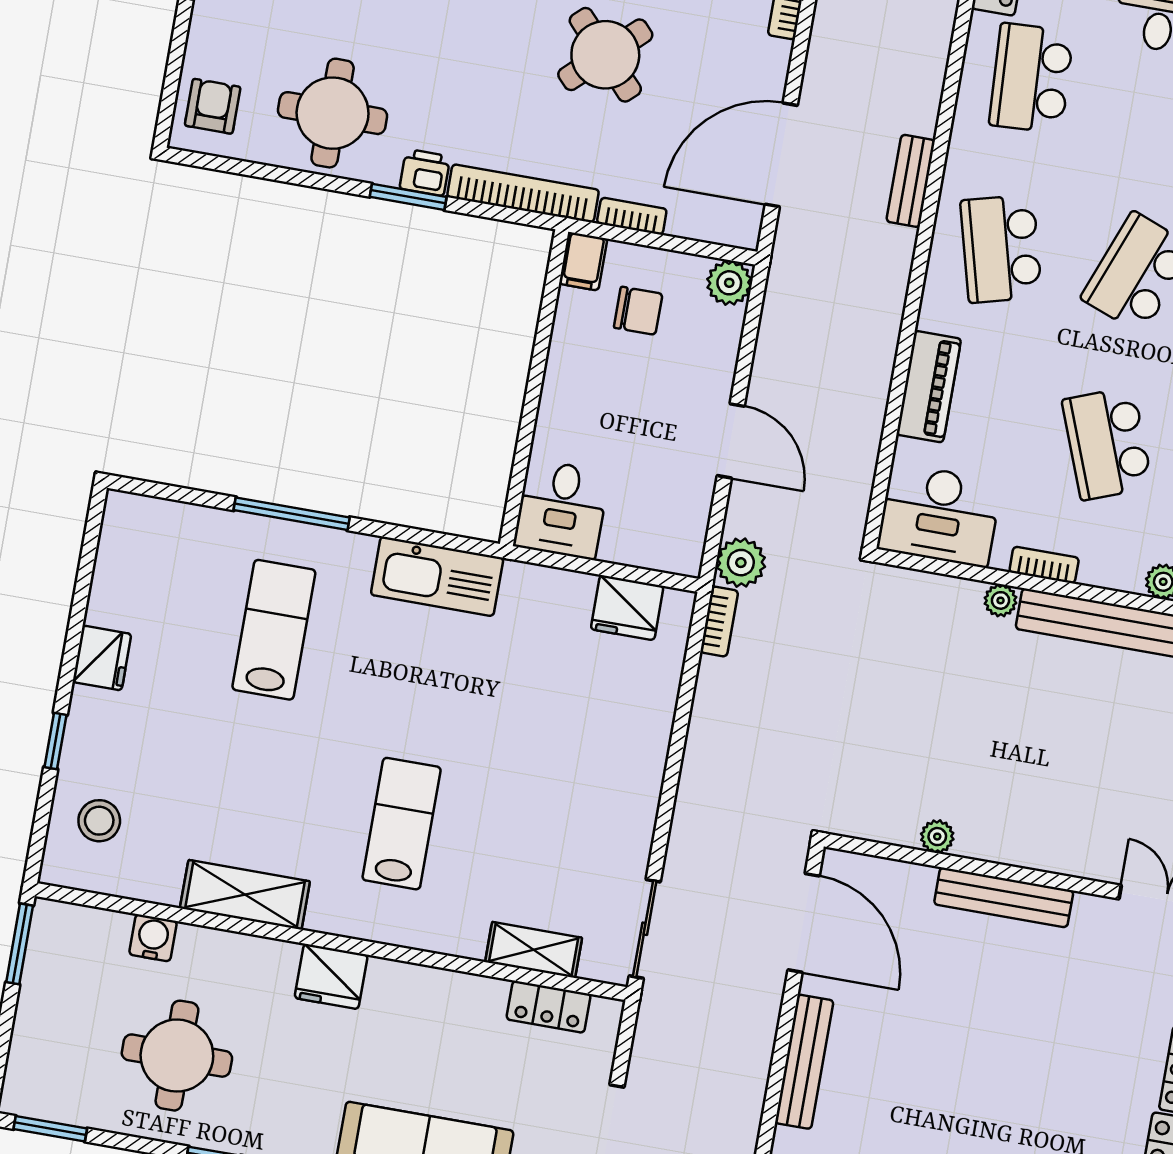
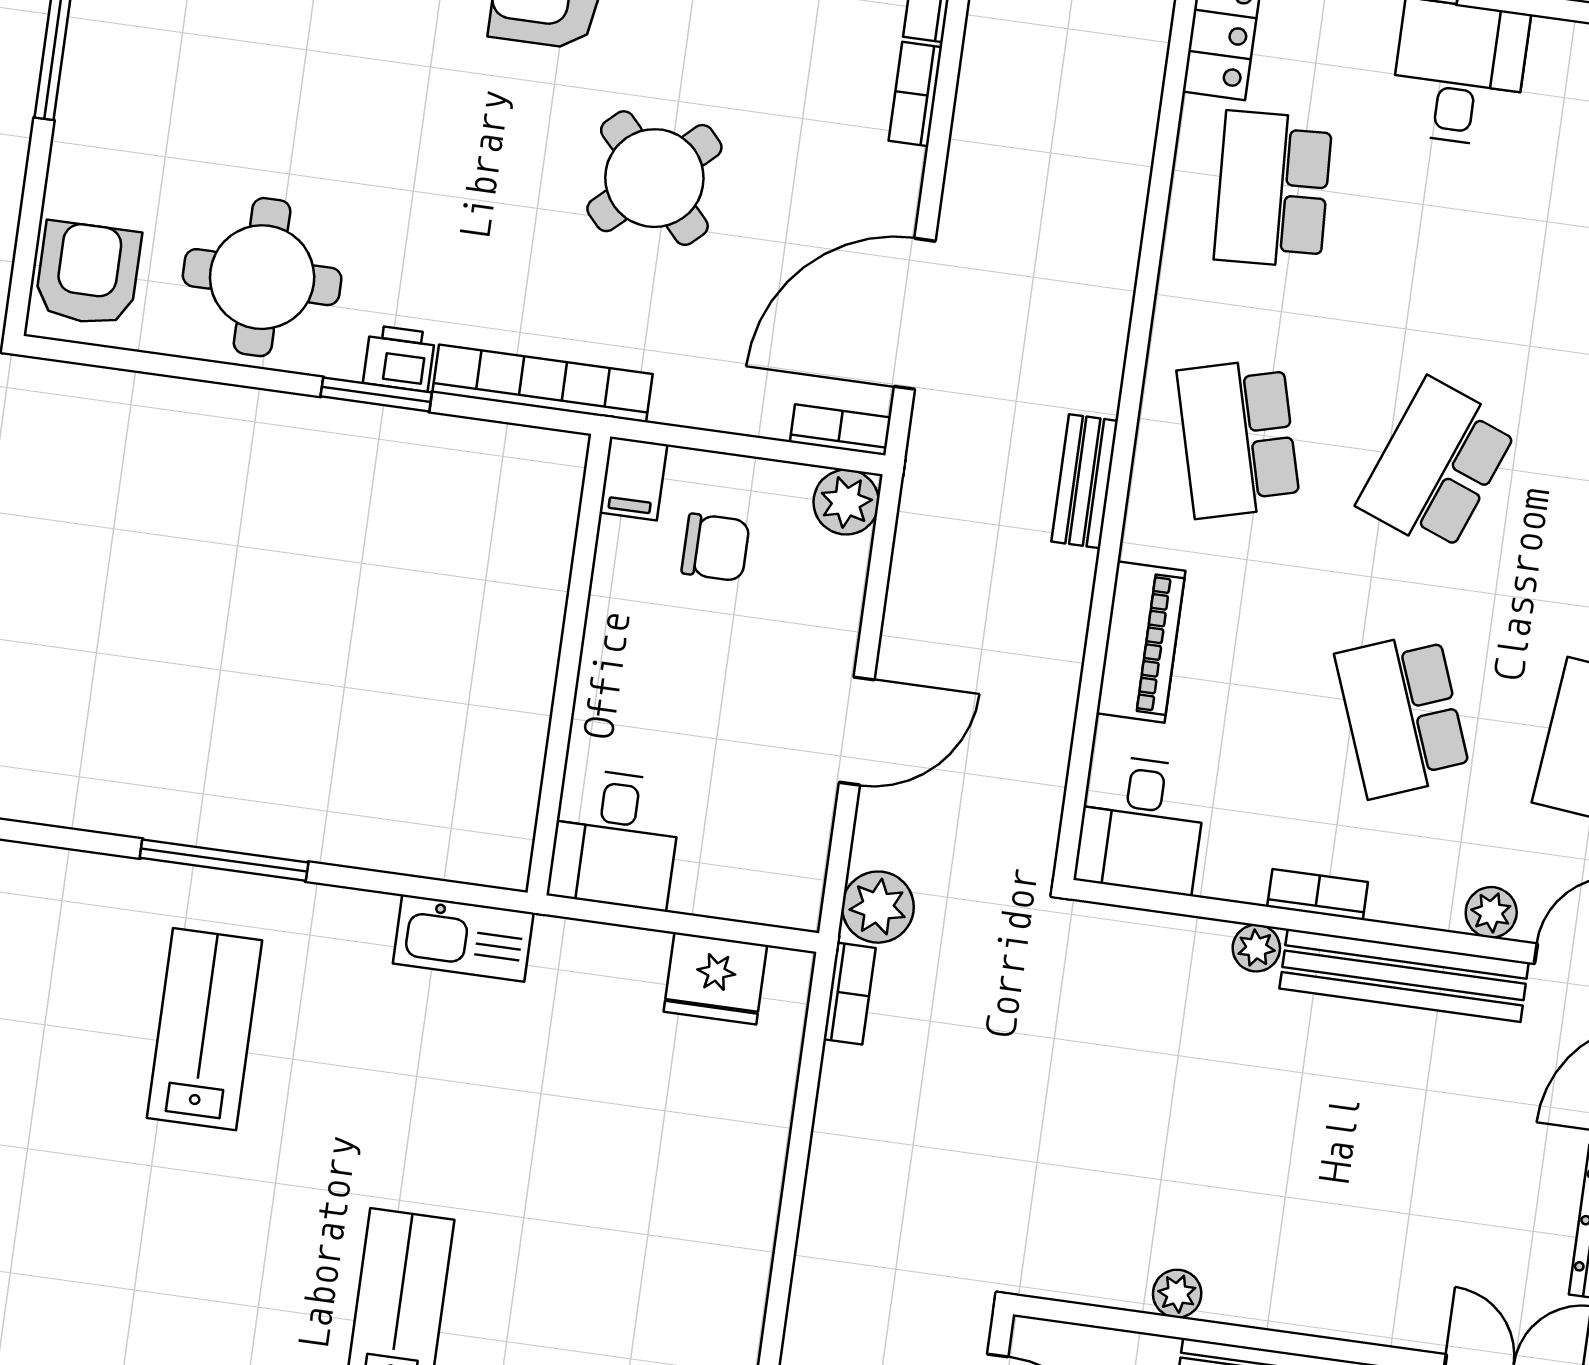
armchair: (213, 106) -> (88, 274), width x1.38, depth x1.38
bench: (911, 181) -> (1085, 481), moved
bookcase: (632, 216) -> (840, 430), moved
door: (731, 441) -> (857, 731), hinge flipped
desk: (939, 515) -> (1141, 825), width x0.73
kitchen sink: (437, 576) -> (463, 938), width x0.73, depth x0.81

